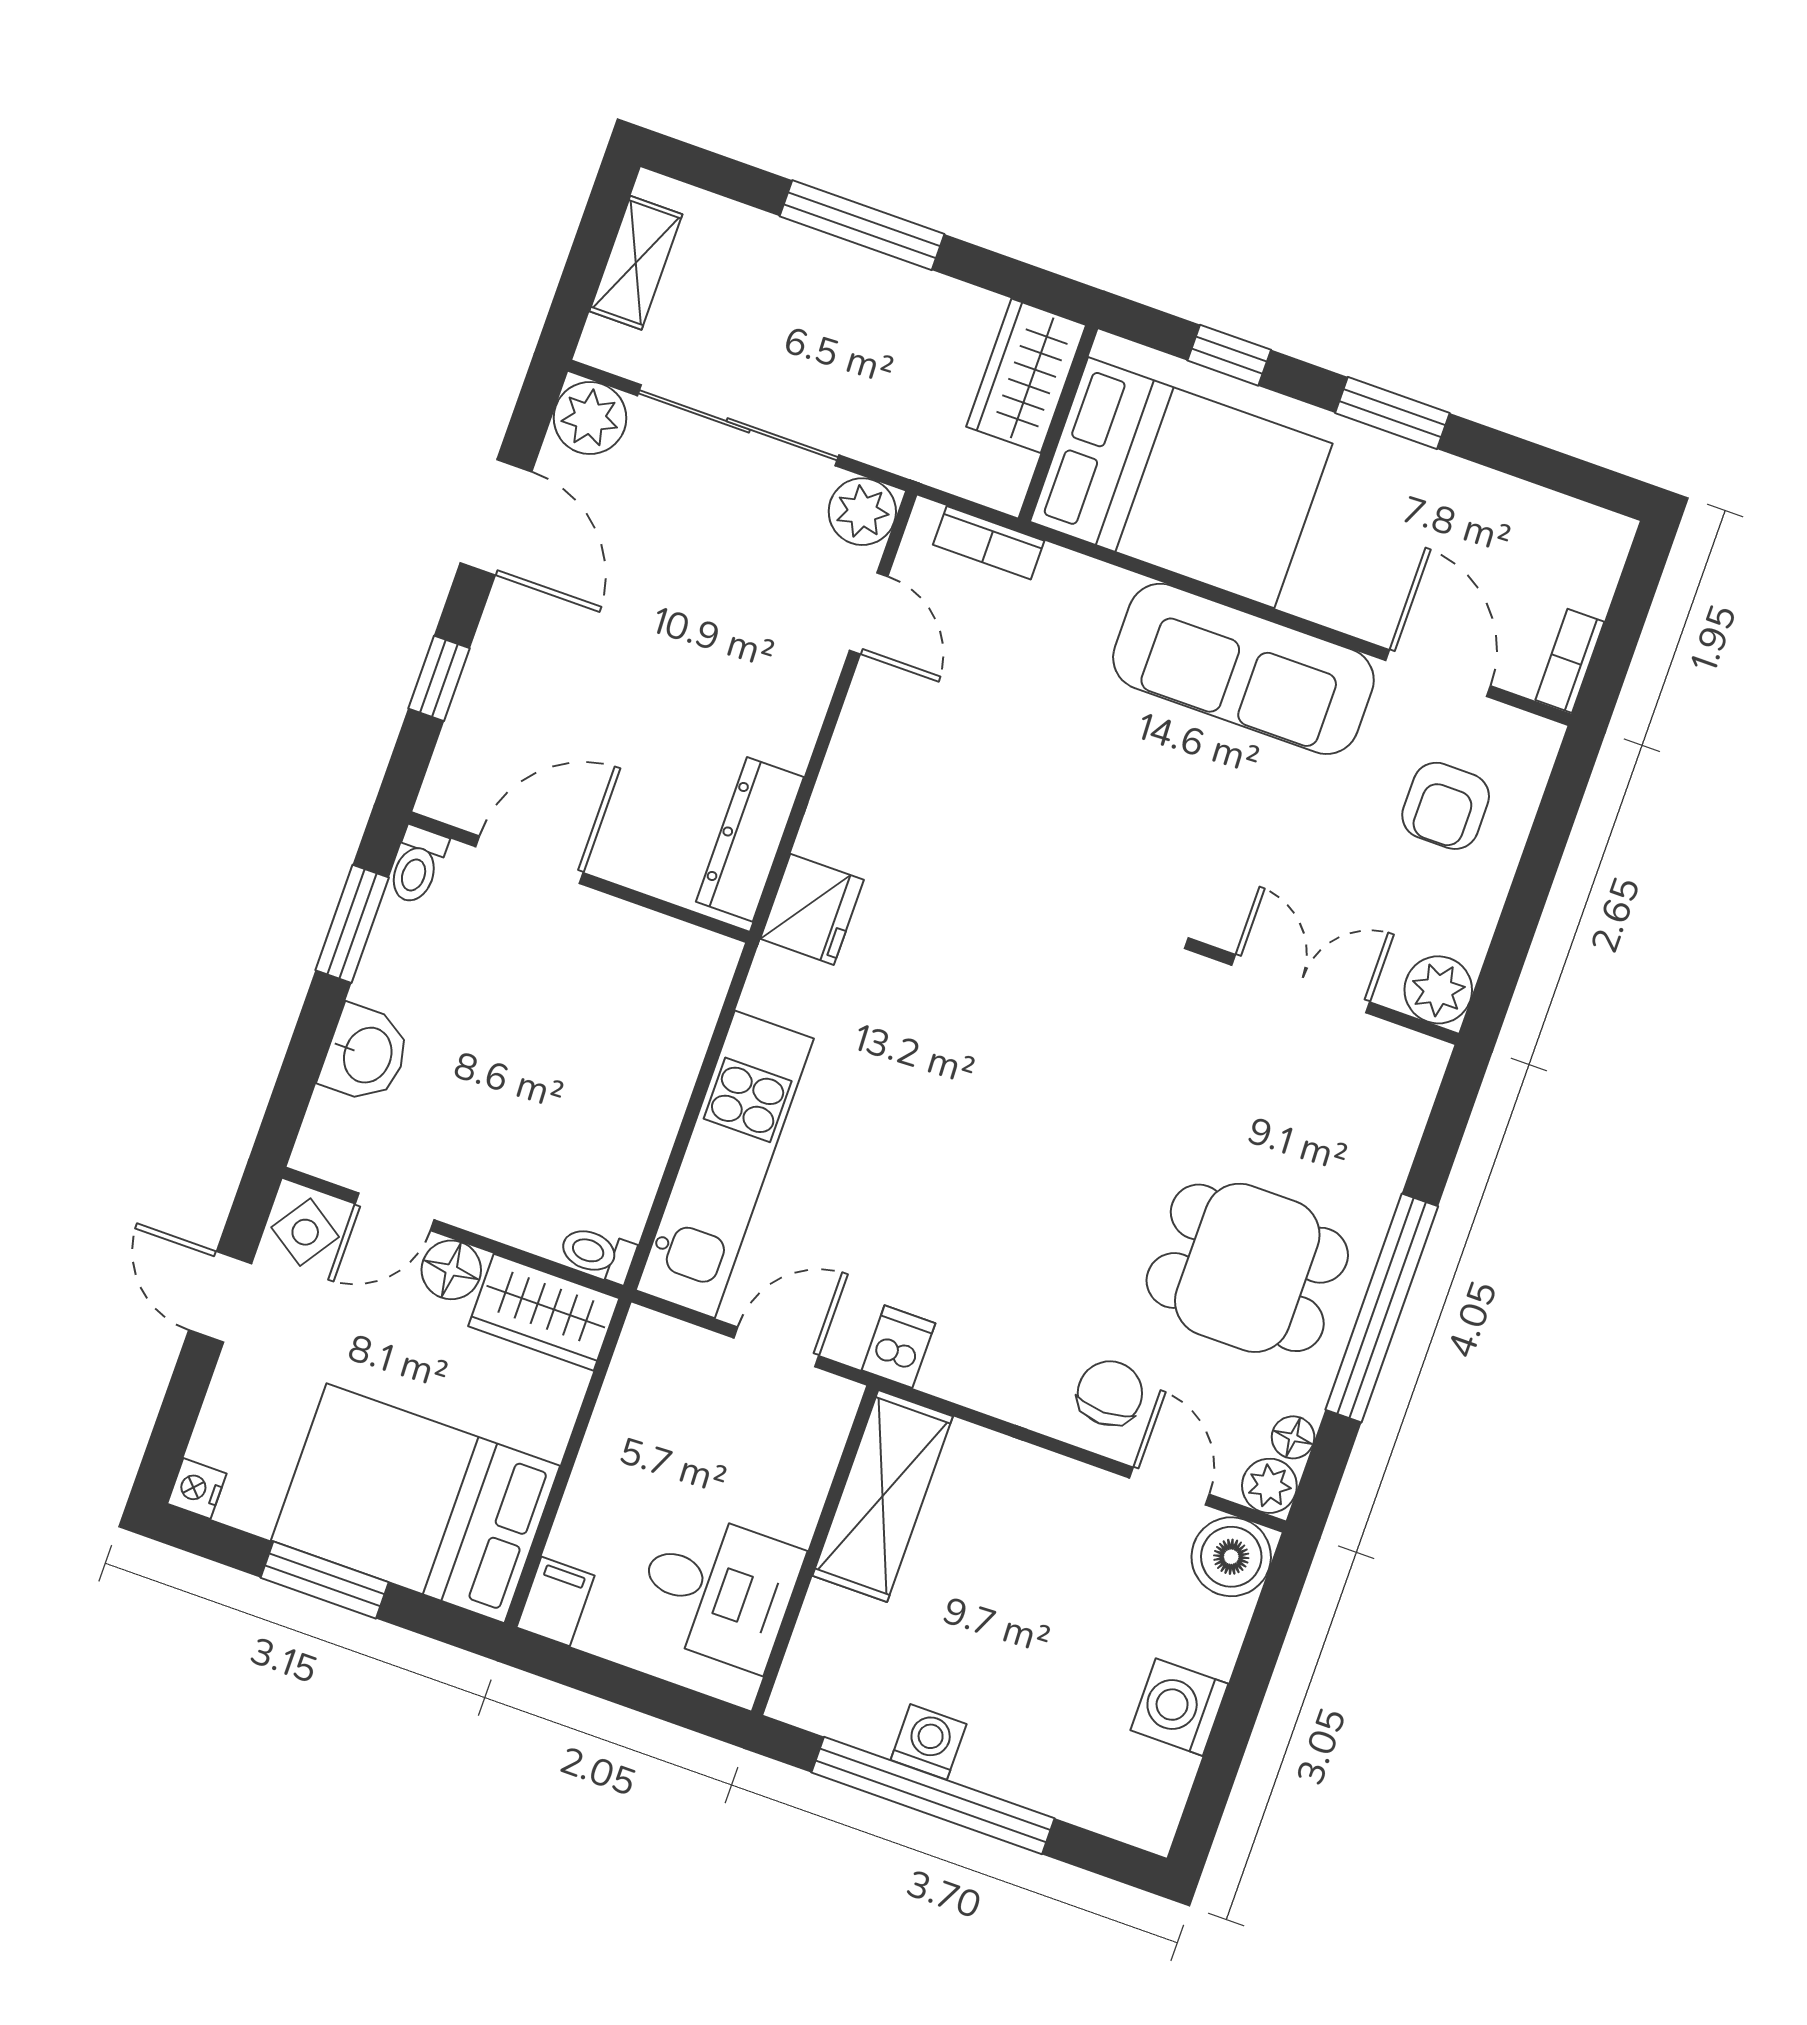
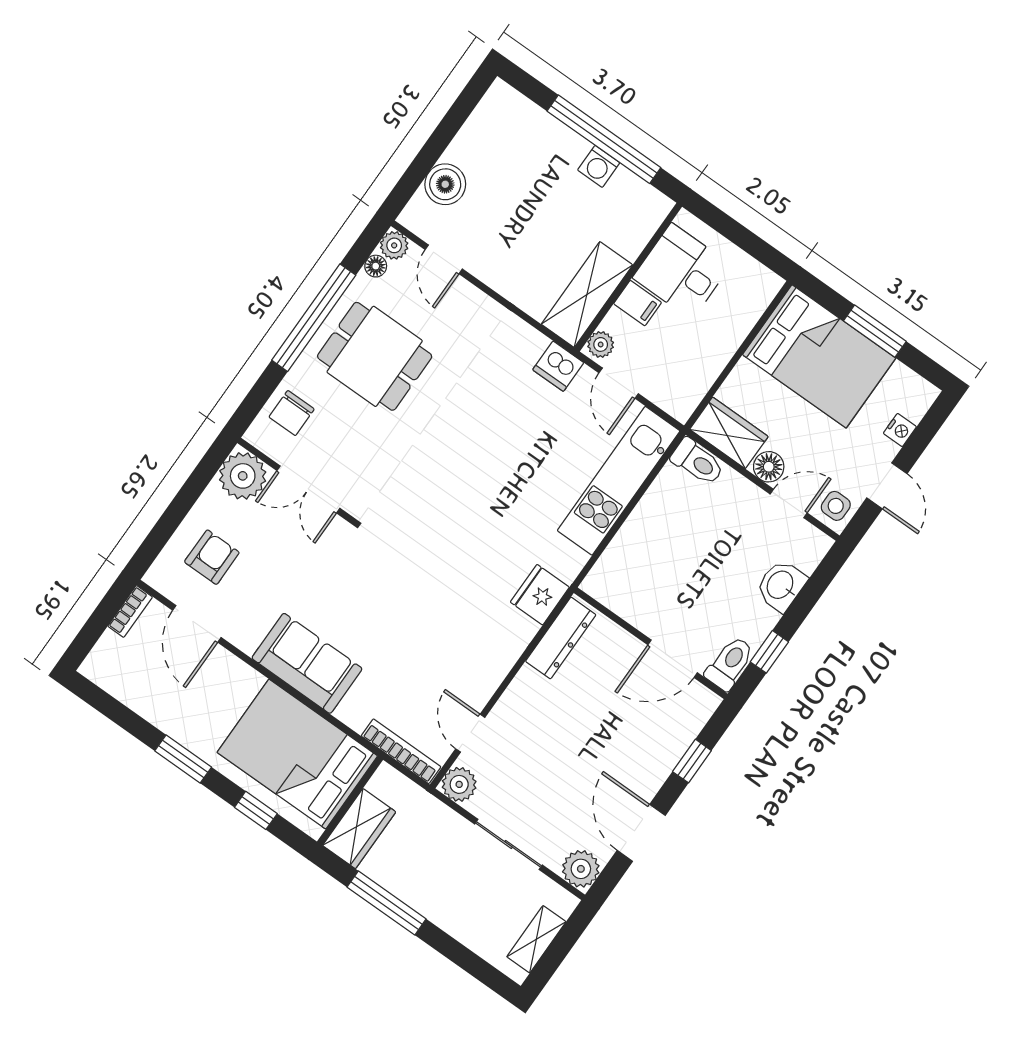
window: (862, 225) -> (387, 903), moved
sliding door: (738, 425) -> (509, 844), width x0.73
bookcase: (989, 543) -> (401, 751), width x1.56
sofa: (1243, 669) -> (307, 663), width x0.73
toilet: (417, 865) -> (730, 663), width x1.37, depth x1.39
window: (352, 924) -> (769, 652), width x0.67
plant: (1438, 990) -> (243, 476), width x1.36, depth x1.36
side table: (305, 1232) -> (836, 506), turned -34
toilet: (597, 1254) -> (697, 462), width x1.37, depth x1.39
door: (776, 1347) -> (619, 383), hinge flipped
dishwasher: (898, 1347) -> (558, 366), width x1.38
chair: (1110, 1393) -> (292, 413), moved
plant: (831, 1410) -> (601, 344), added
nightstand: (197, 1489) -> (900, 430), moved
boiler: (1231, 1557) -> (445, 184), moved
filing cabinet: (556, 1601) -> (638, 303), moved, turned -90
washing machine: (1179, 1707) -> (470, 149), removed

